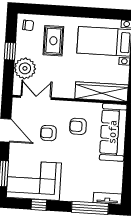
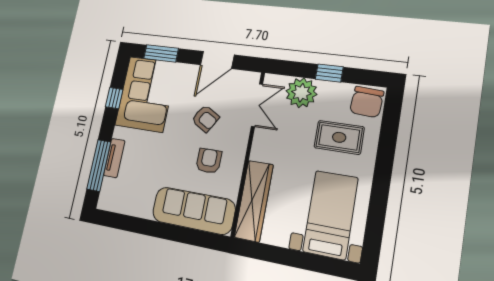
chair: (28, 25) -> (367, 102), width x1.87, depth x1.87
armchair: (48, 133) -> (205, 119), turned 120
tv unit: (107, 198) -> (114, 158), moved

